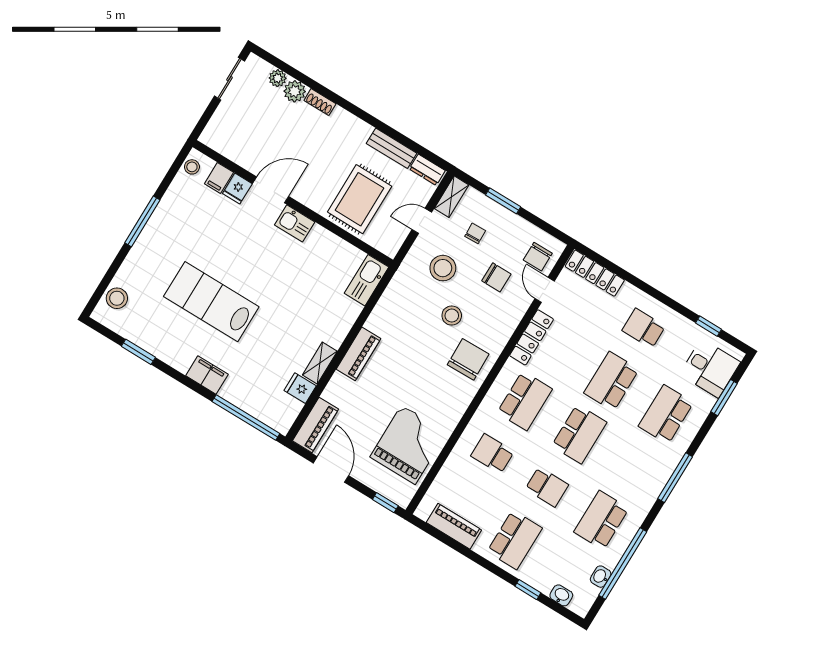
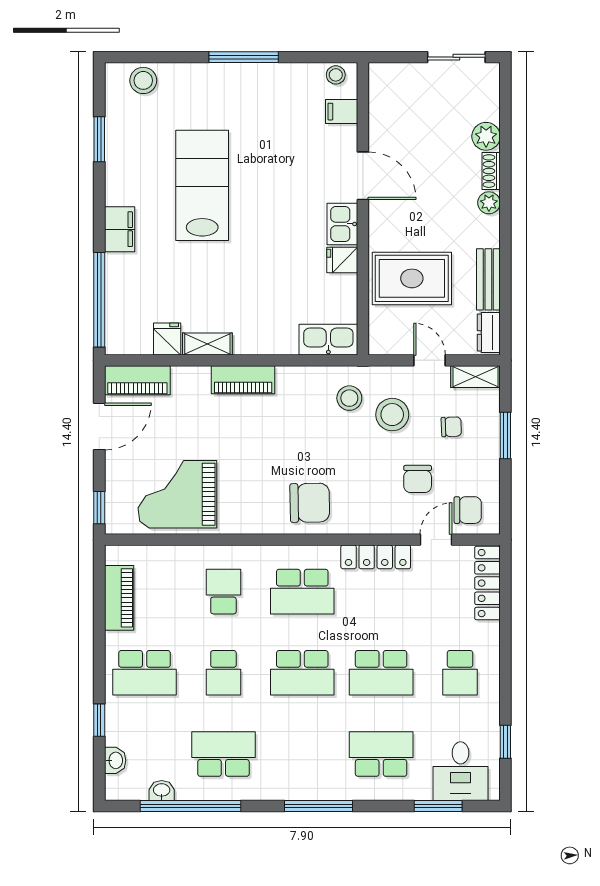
plant: (278, 78) -> (489, 203), moved
fridge: (237, 189) -> (342, 260), moved
chair: (538, 257) -> (468, 510), turned 180
stool: (452, 316) -> (349, 398), moved
school desk: (644, 328) -> (460, 673), turned 180
school desk: (611, 381) -> (381, 673), turned 180
grand piano: (408, 445) -> (177, 494), turned 180

